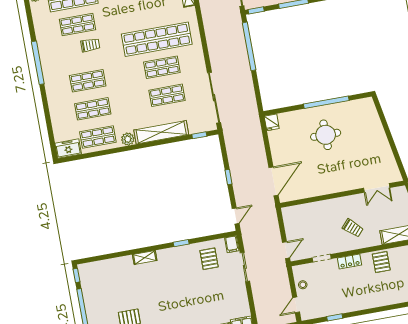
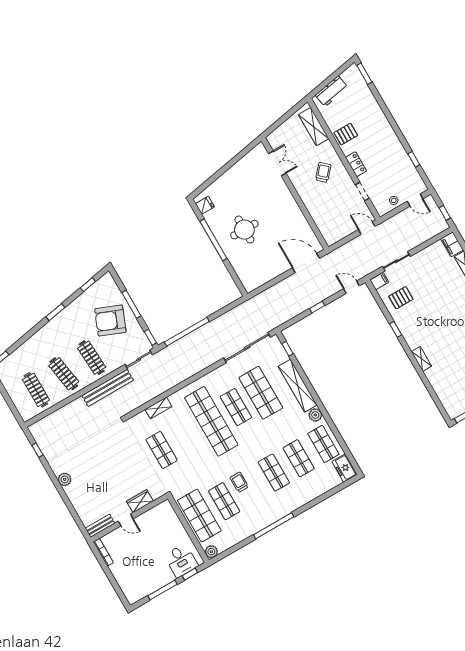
shop shelf: (167, 95) -> (261, 393), width x1.43, depth x1.36
fridge: (272, 122) -> (205, 205), moved

